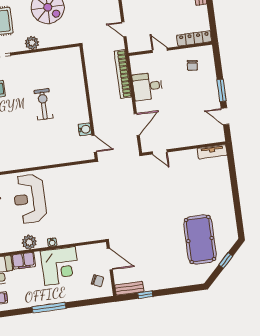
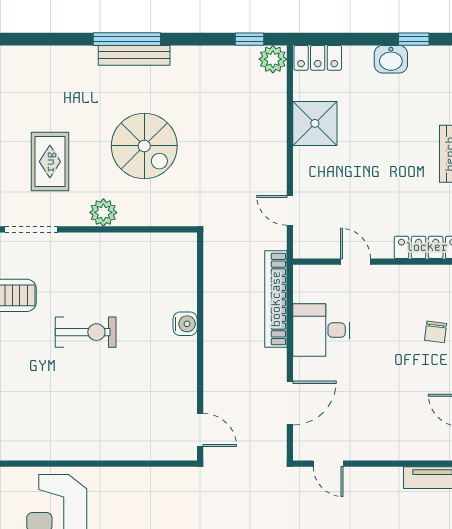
chair: (192, 65) -> (436, 332), moved
exercise bike: (43, 104) -> (86, 332), moved, turned 90
water cooler: (85, 129) -> (185, 324), moved

